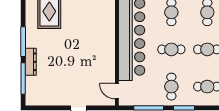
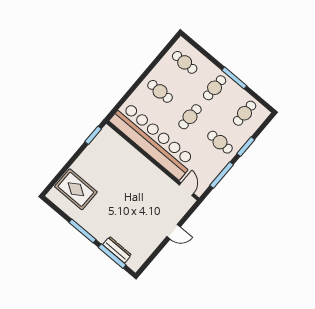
dresser: (31, 62) -> (117, 250), moved
door: (117, 91) -> (186, 189), swing flipped

